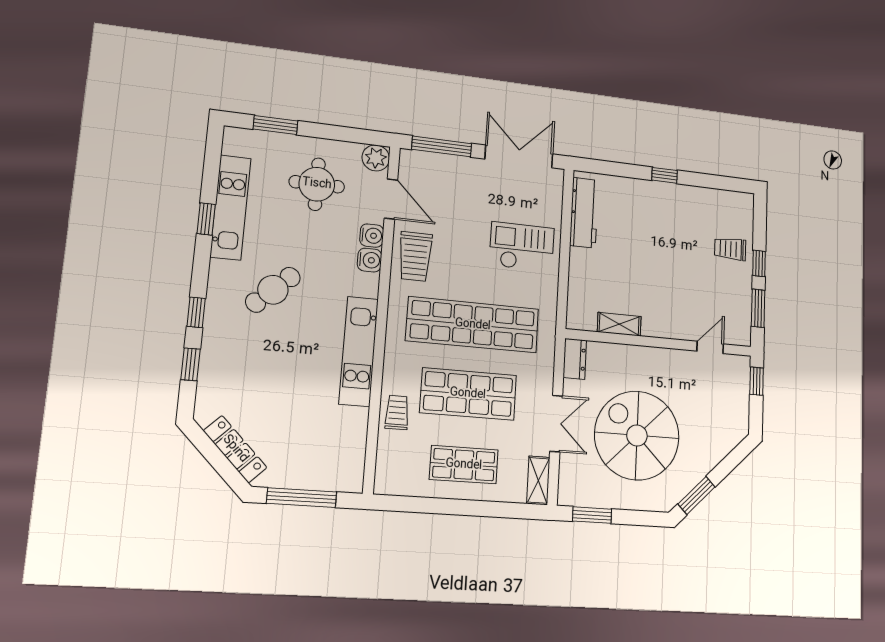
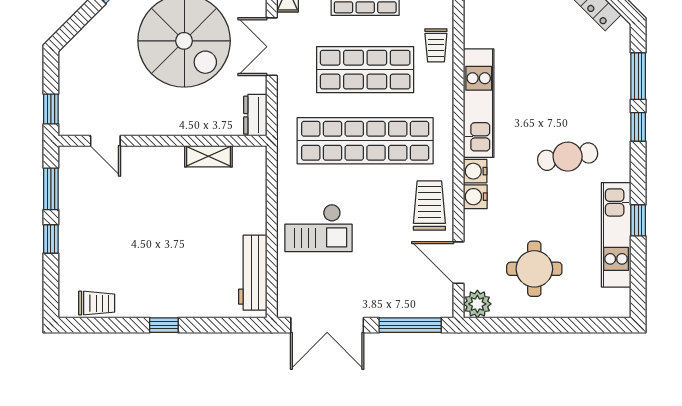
window: (275, 125) -> (581, 325), removed
water cooler: (372, 236) -> (475, 171), moved
trolley: (730, 249) -> (97, 303), moved
cafe table: (273, 290) -> (568, 157), turned 33
door: (710, 347) -> (105, 141), hinge flipped
window: (191, 364) -> (638, 76), width x1.50

